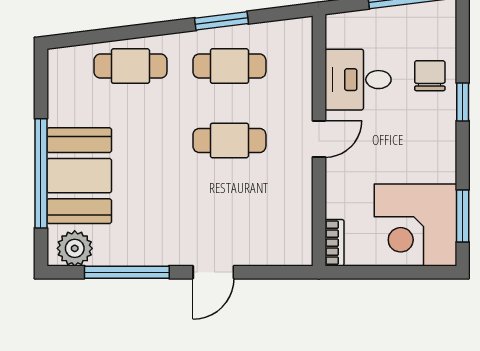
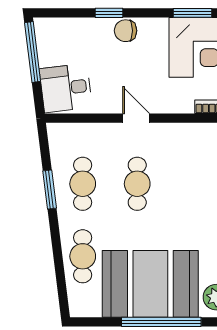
chair: (430, 76) -> (126, 31), moved
desk: (358, 80) -> (66, 88), moved, turned 83
booth: (79, 176) -> (150, 284), width x1.36, depth x1.42

